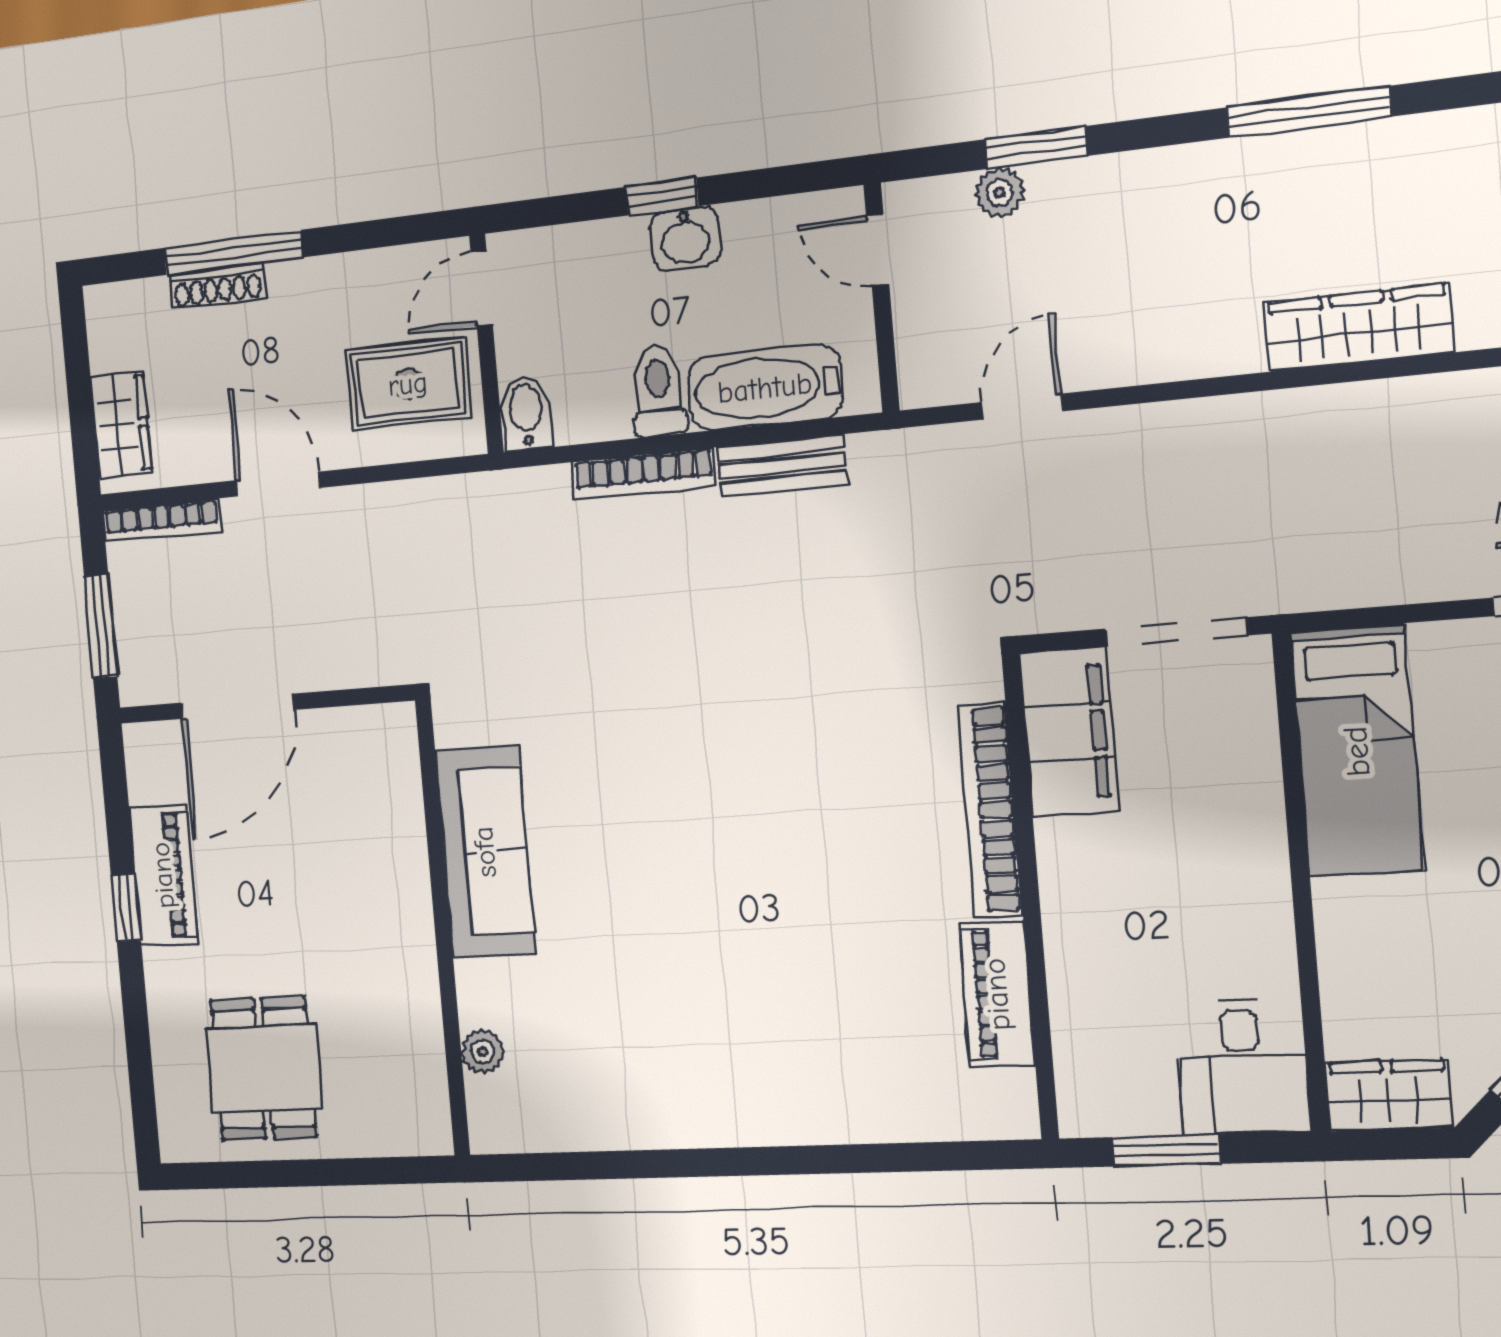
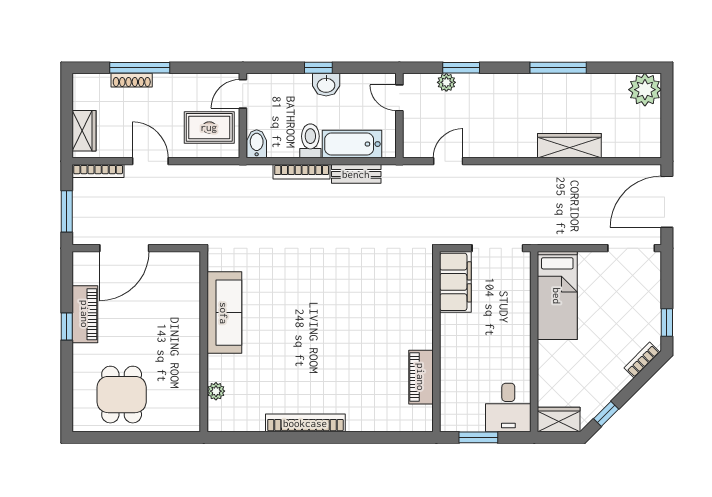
bookcase: (990, 810) -> (305, 423), moved, turned 90

